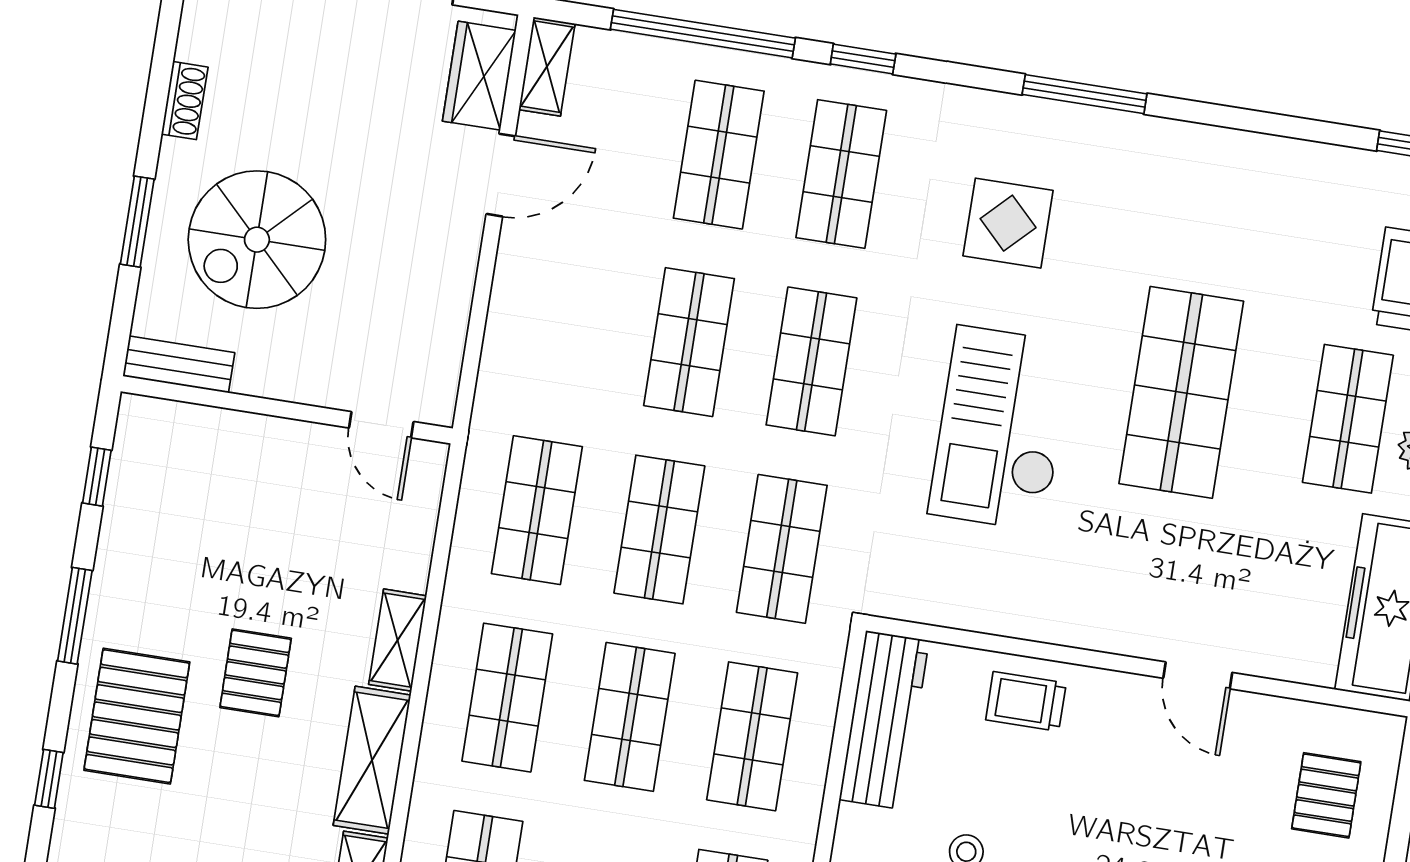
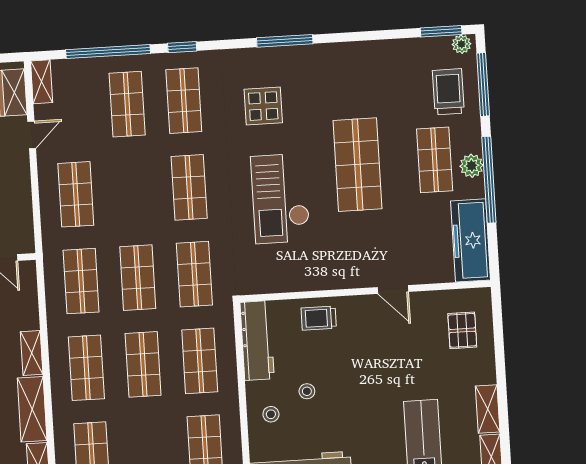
door: (501, 175) -> (32, 135), width x0.73
shop shelf: (689, 342) -> (76, 194), moved

